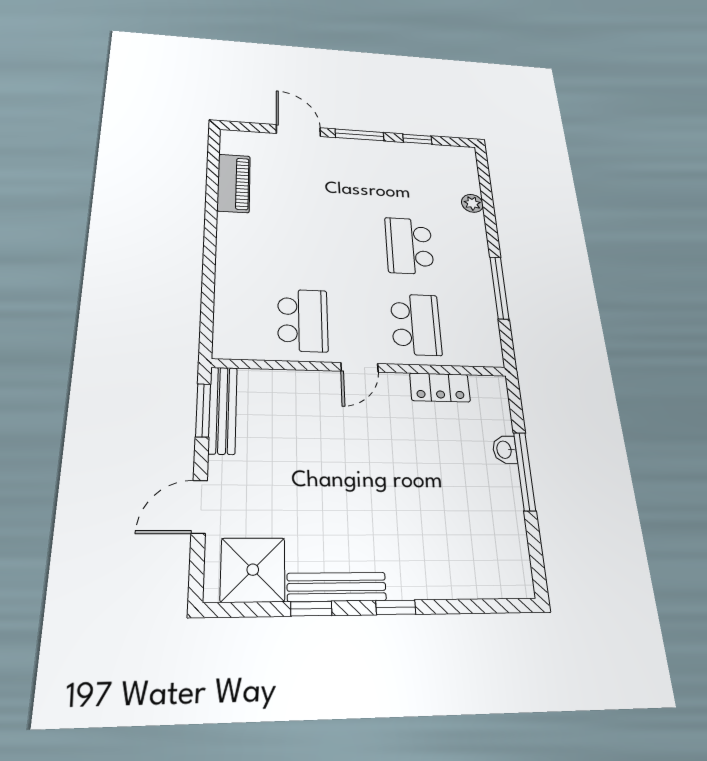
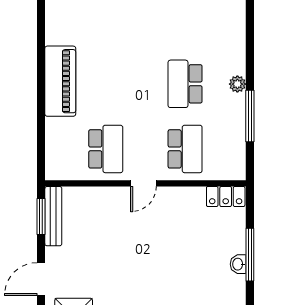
piano: (234, 183) -> (60, 81), moved, width x1.37, depth x1.33
plant: (472, 203) -> (237, 84), moved
locker: (440, 387) -> (226, 196), moved
washbasin: (505, 450) -> (238, 264), moved

